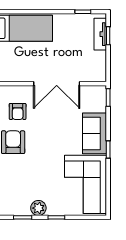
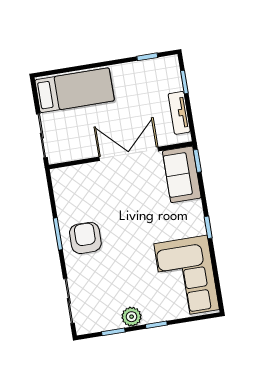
tv unit: (100, 34) -> (179, 113), moved
double door: (57, 84) -> (129, 154), swing flipped
armchair: (18, 111) -> (85, 198), removed
sofa: (95, 133) -> (182, 174), moved

